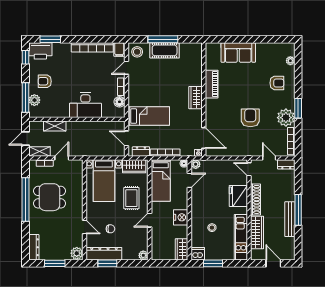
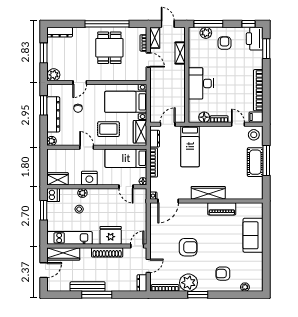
armchair: (277, 83) -> (223, 274), turned 90
wardrobe: (196, 98) -> (208, 193), width x1.50
plant: (196, 164) -> (82, 193), moved
wardrobe: (257, 233) -> (63, 254), moved
dresser: (104, 254) -> (53, 114), moved

